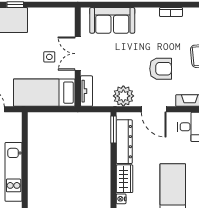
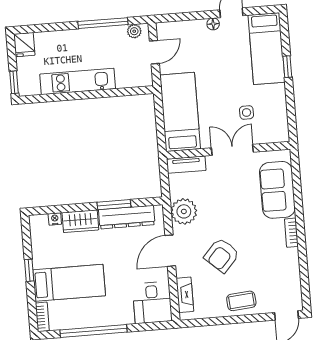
bookcase: (171, 12) -> (291, 233), moved
side table: (49, 57) -> (247, 113), moved
armchair: (161, 69) -> (222, 255), turned 42
window: (114, 129) -> (114, 205), moved

